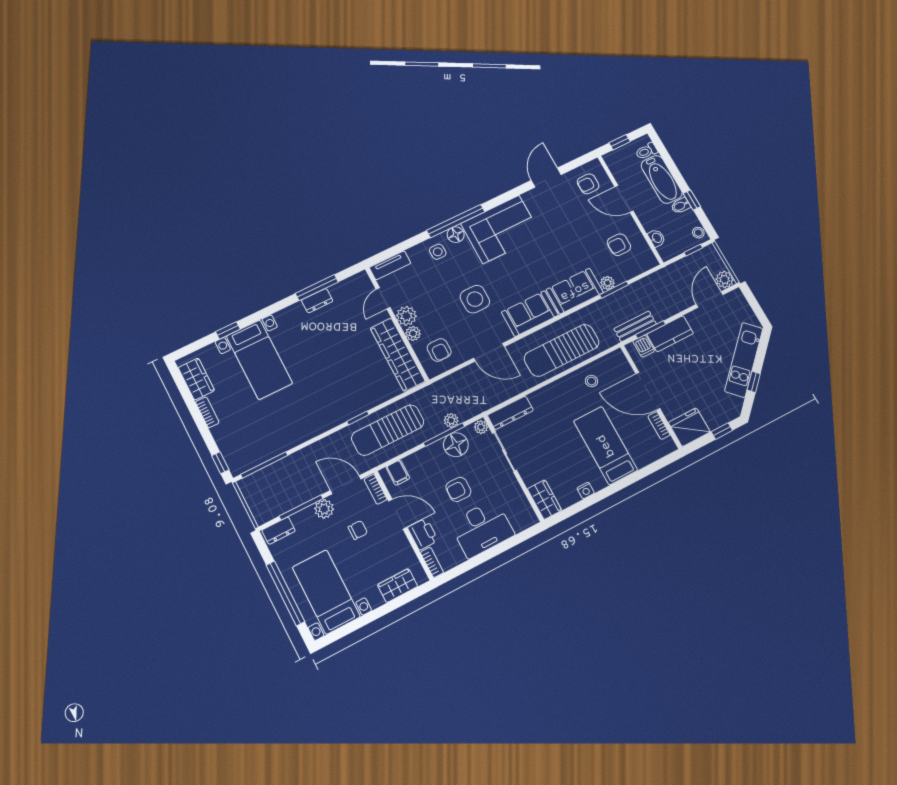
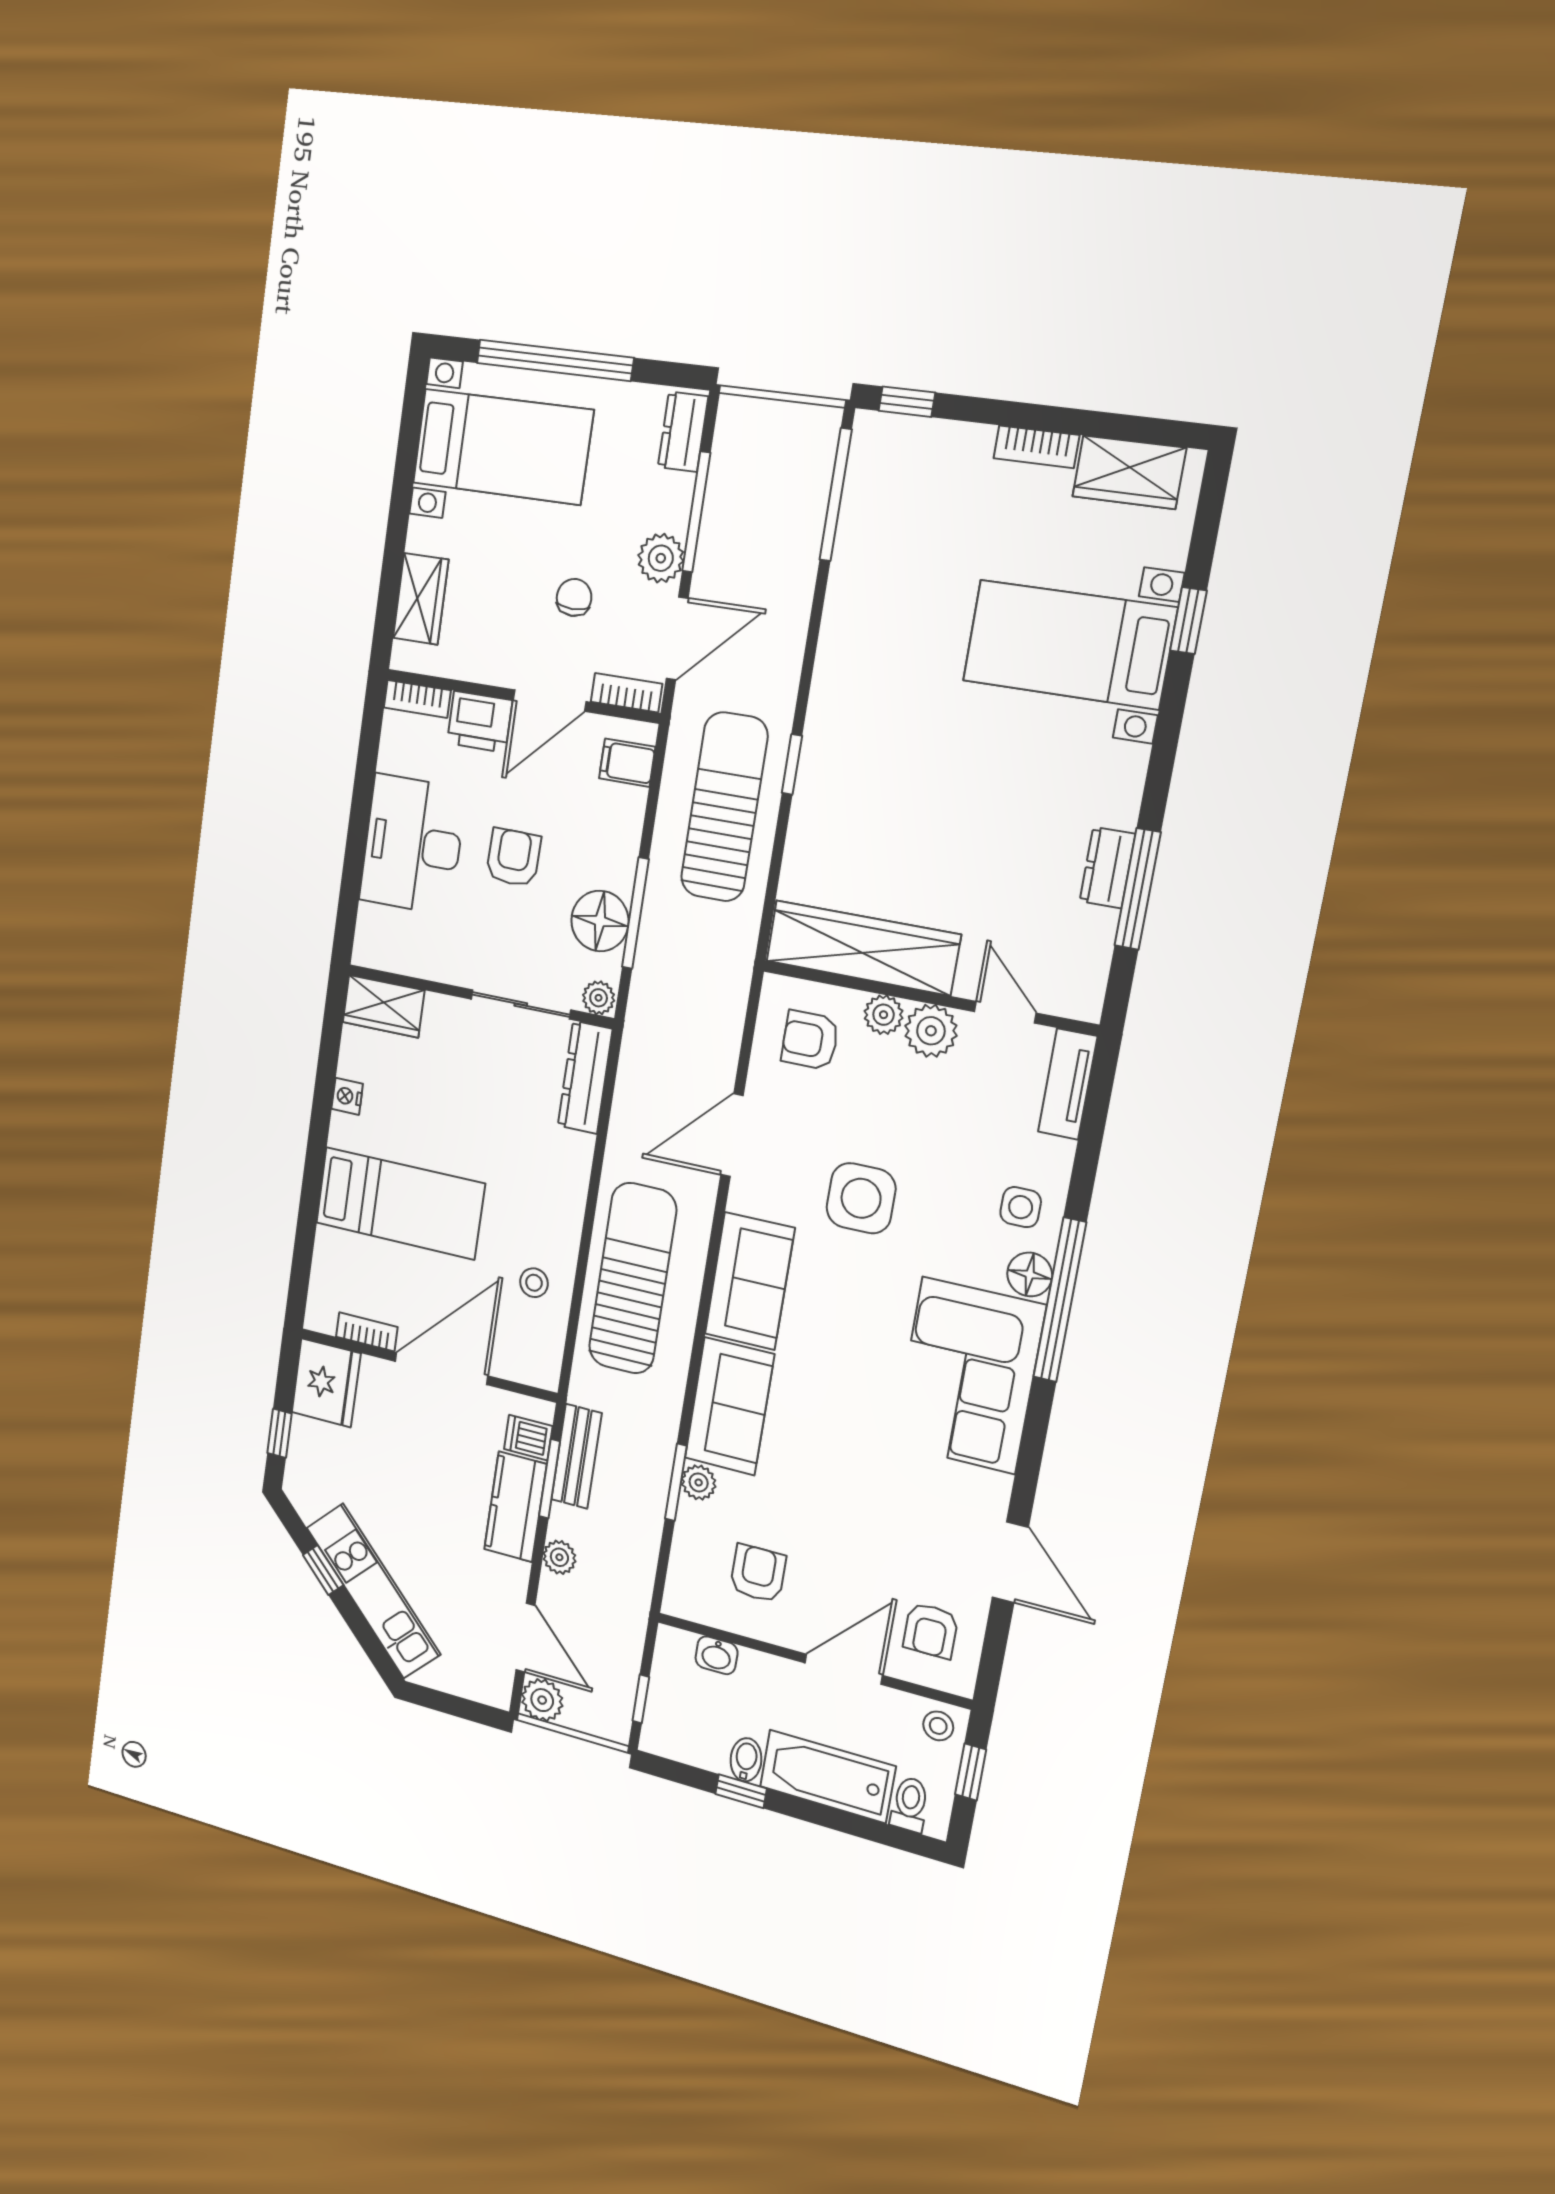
armchair: (588, 184) -> (931, 1630), turned 180
stool: (698, 233) -> (938, 1726), moved
plant: (451, 420) -> (559, 1557), moved
chair: (358, 530) -> (574, 597), turned 180

